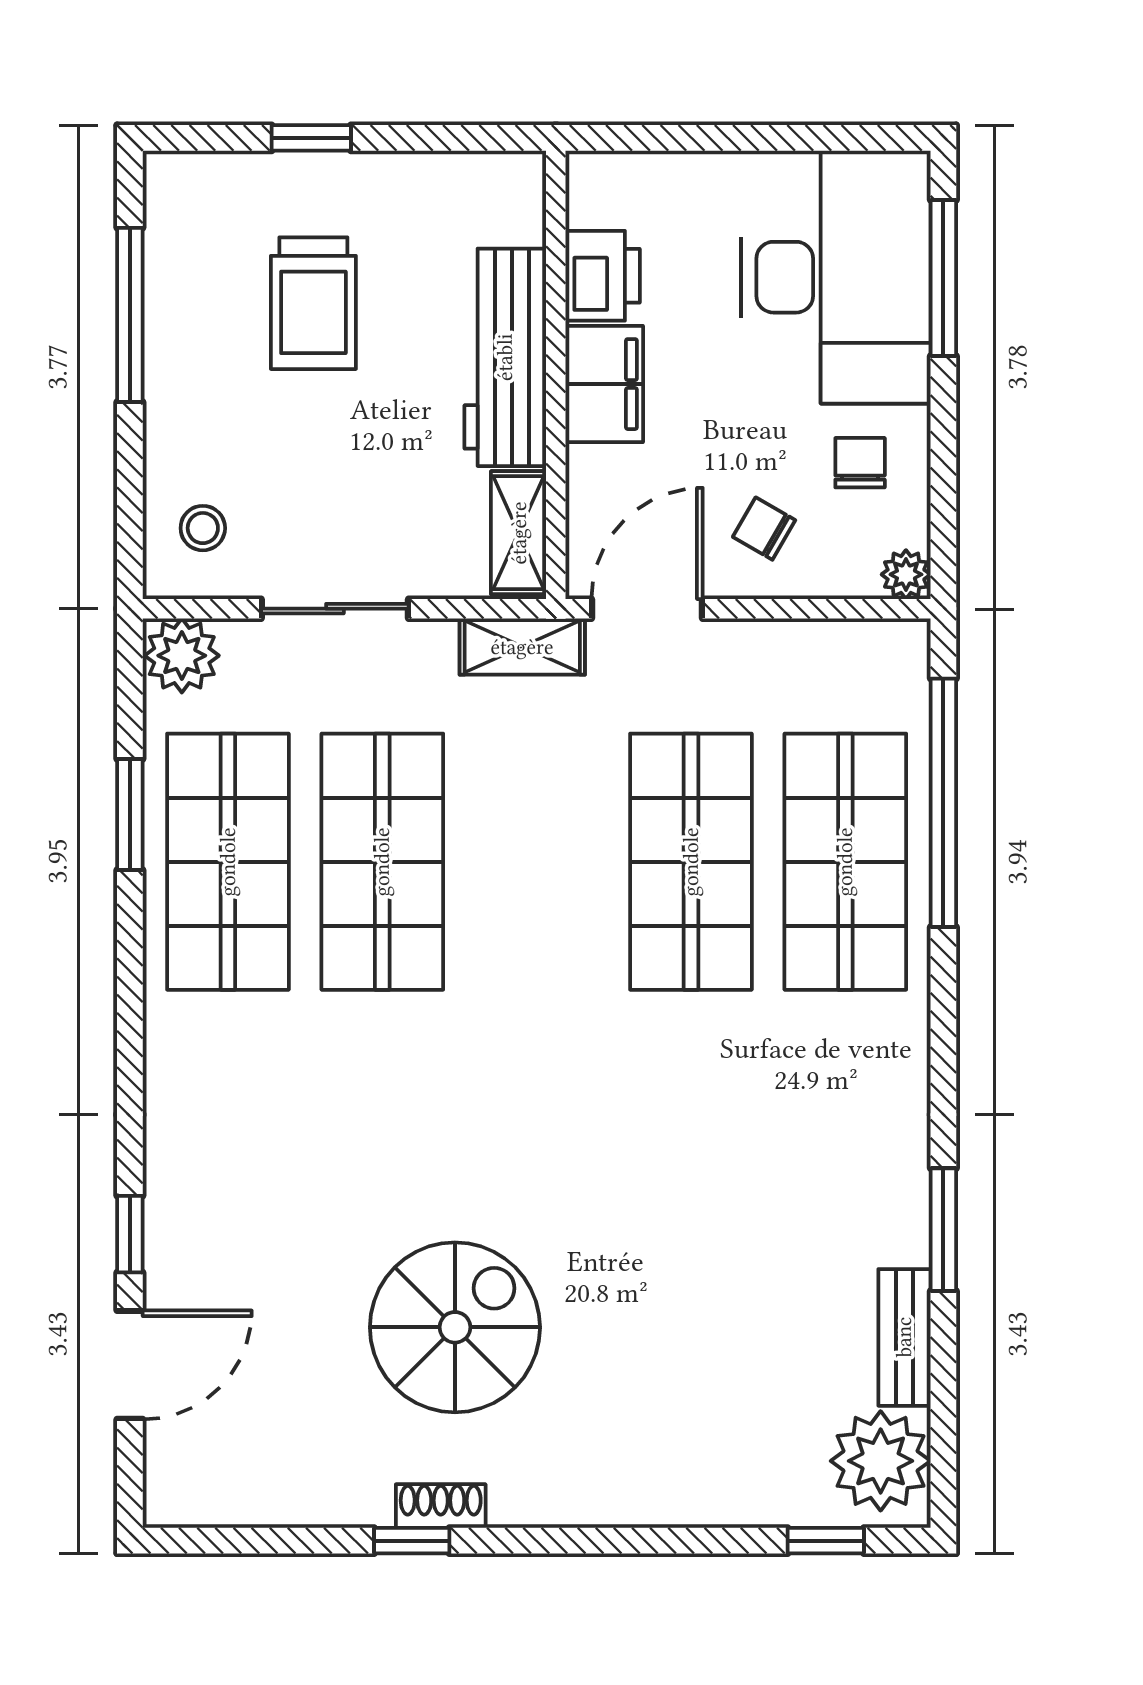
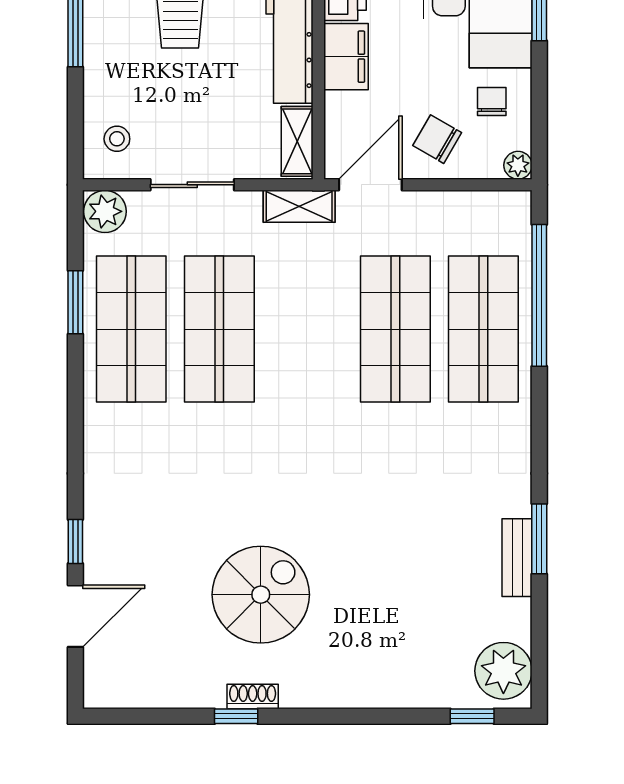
chair: (764, 529) -> (437, 139), width x1.37, depth x1.37
bench: (904, 1337) -> (517, 558), moved

